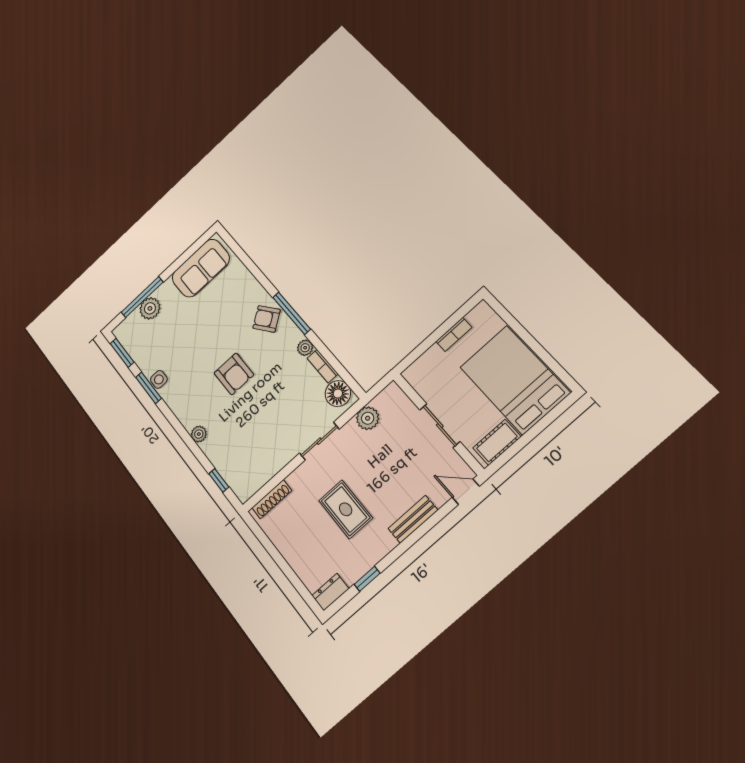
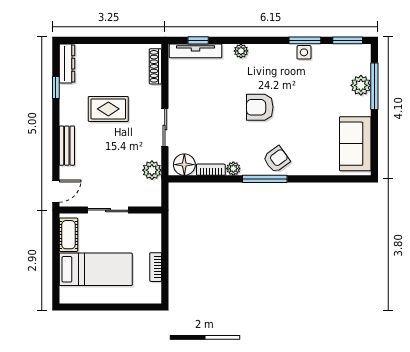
bed: (514, 380) -> (96, 269), width x0.67
tv unit: (230, 474) -> (196, 51), added
dresser: (330, 592) -> (67, 64), width x1.44

